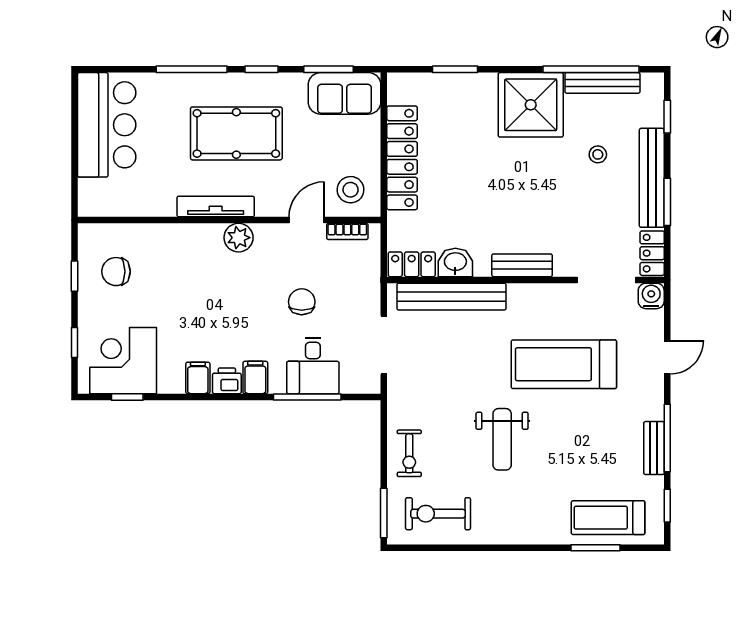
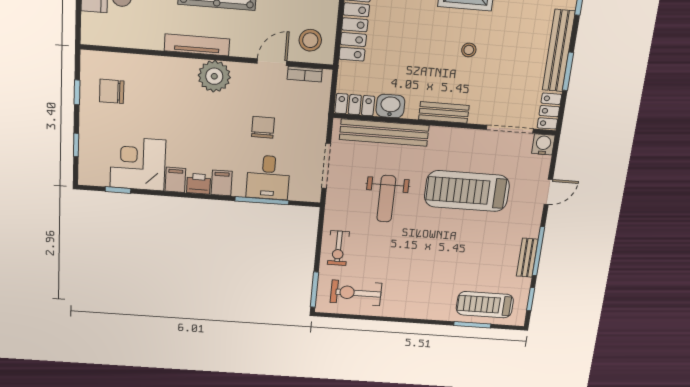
stool: (598, 154) -> (469, 50), moved
plant: (239, 238) -> (214, 76), width x1.36, depth x1.36
corner desk: (123, 361) -> (138, 164), moved
weight bench: (502, 439) -> (386, 199), moved

